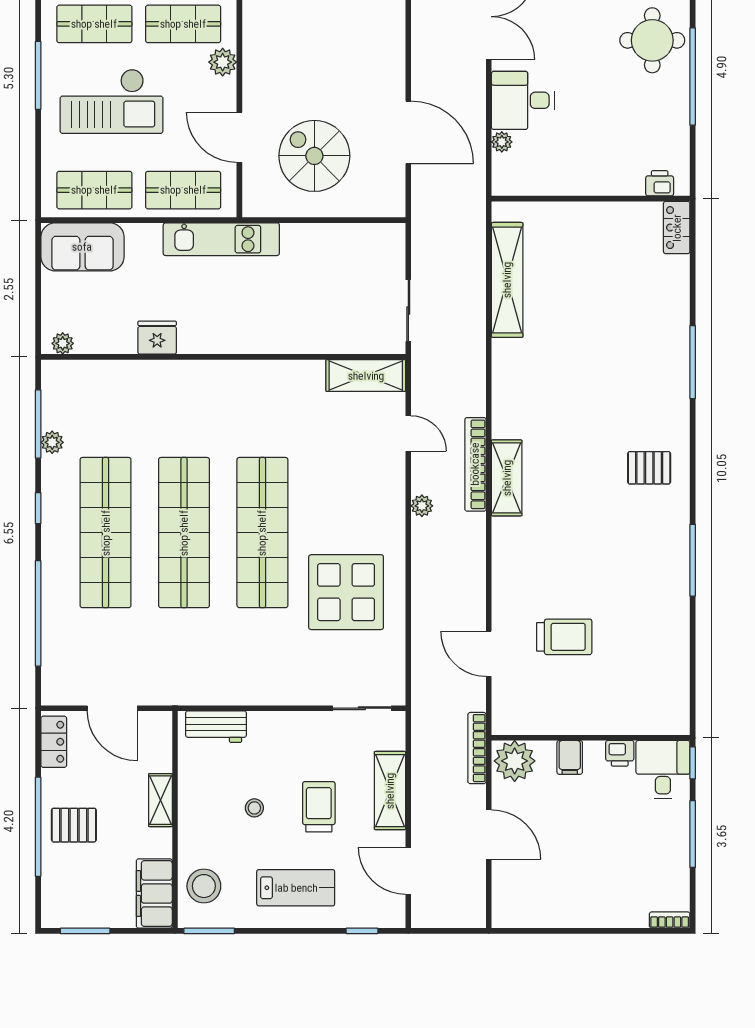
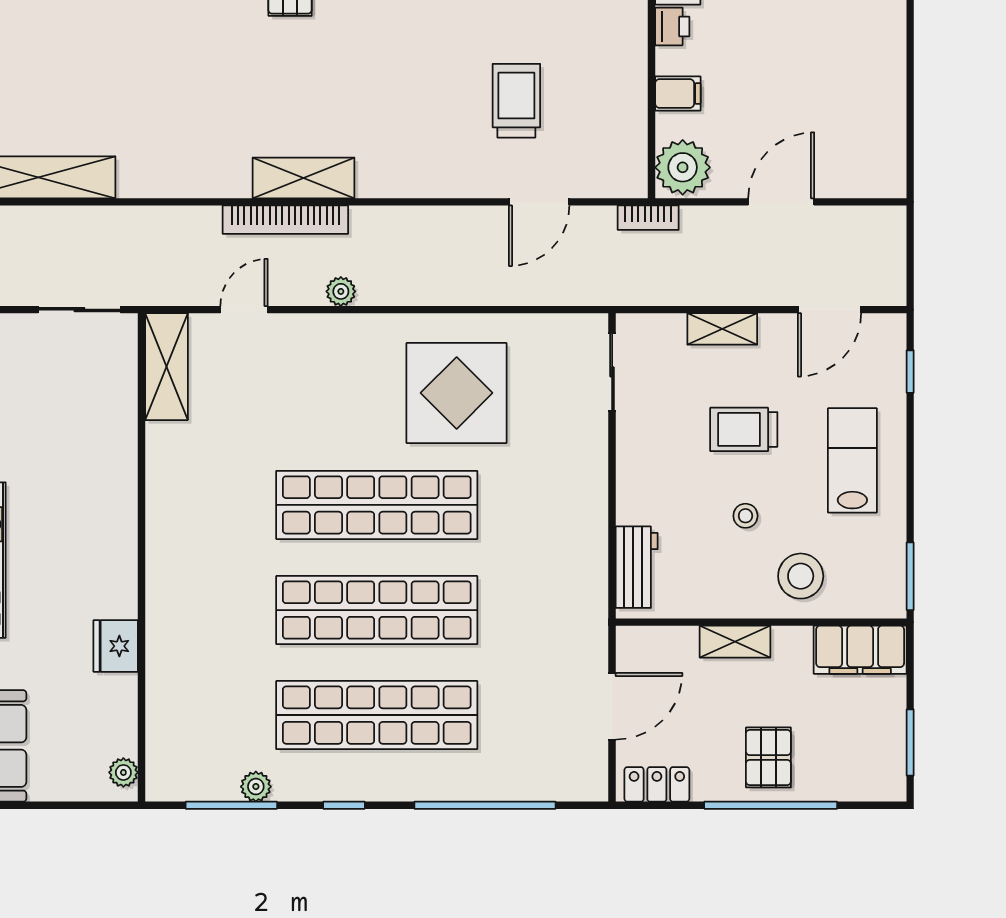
bookcase: (477, 748) -> (648, 218), width x0.64
shelving: (390, 791) -> (722, 329), width x0.67, depth x0.75
stool: (204, 886) -> (801, 576), moved

